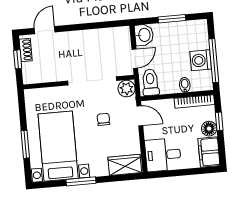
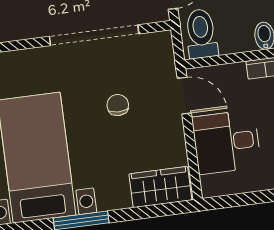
plant: (127, 89) -> (158, 47), removed
desk: (163, 155) -> (227, 142), moved

